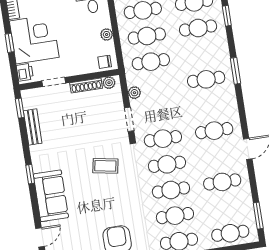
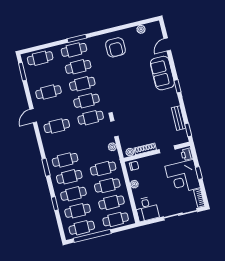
cafe table: (202, 54) -> (69, 177), added
coffee table: (105, 166) -> (128, 96), removed

